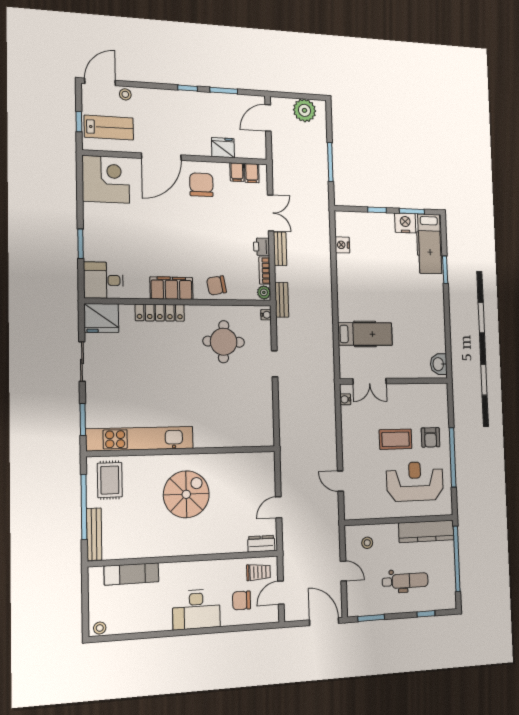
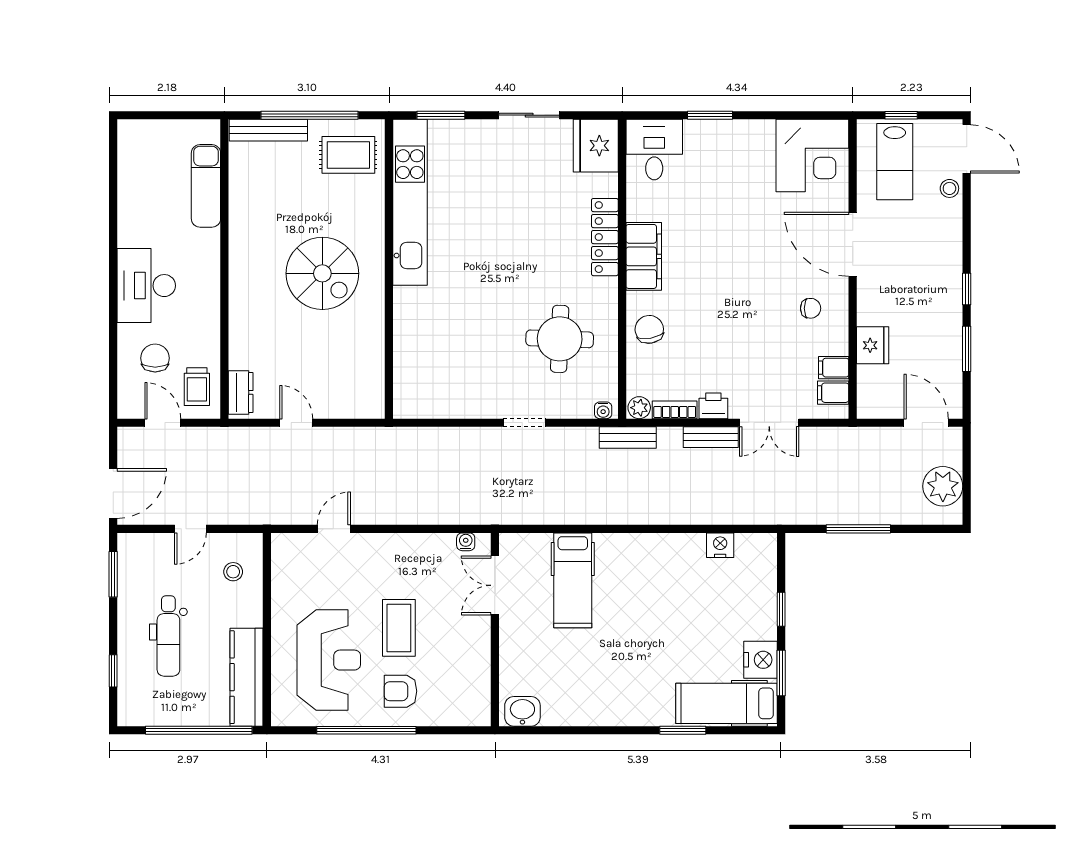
chair: (201, 185) -> (811, 308), width x0.54, depth x0.54
stool: (100, 628) -> (129, 137), removed

